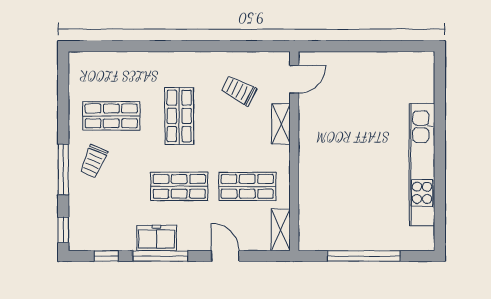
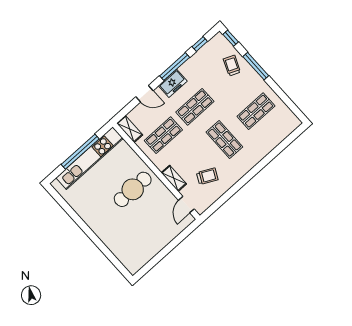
cafe table: (342, 155) -> (133, 189), added
trolley: (94, 161) -> (232, 66), moved
kitchen unit: (422, 165) -> (90, 158), moved, turned 90
freezer: (157, 238) -> (173, 83), moved

